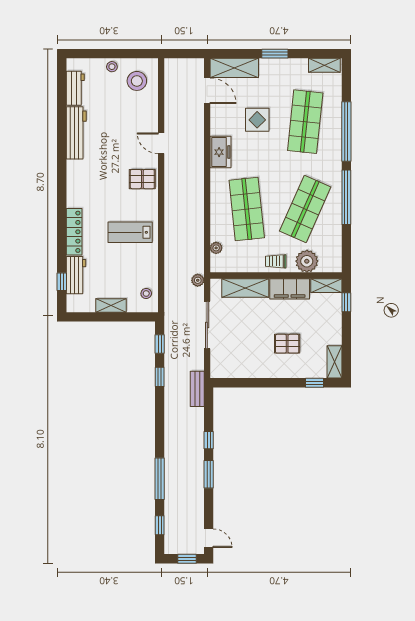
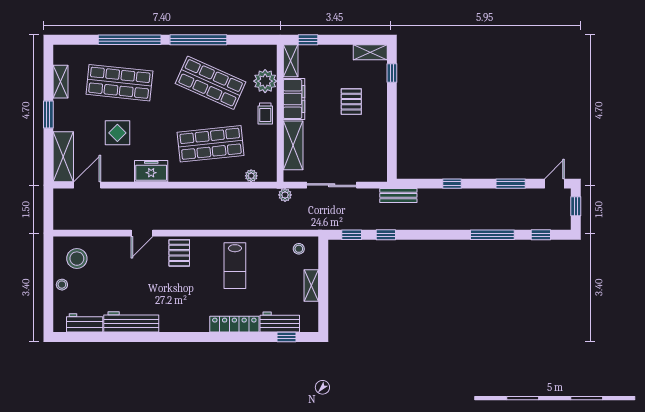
shelving: (324, 65) -> (61, 82), moved
window: (209, 474) -> (511, 184), moved

